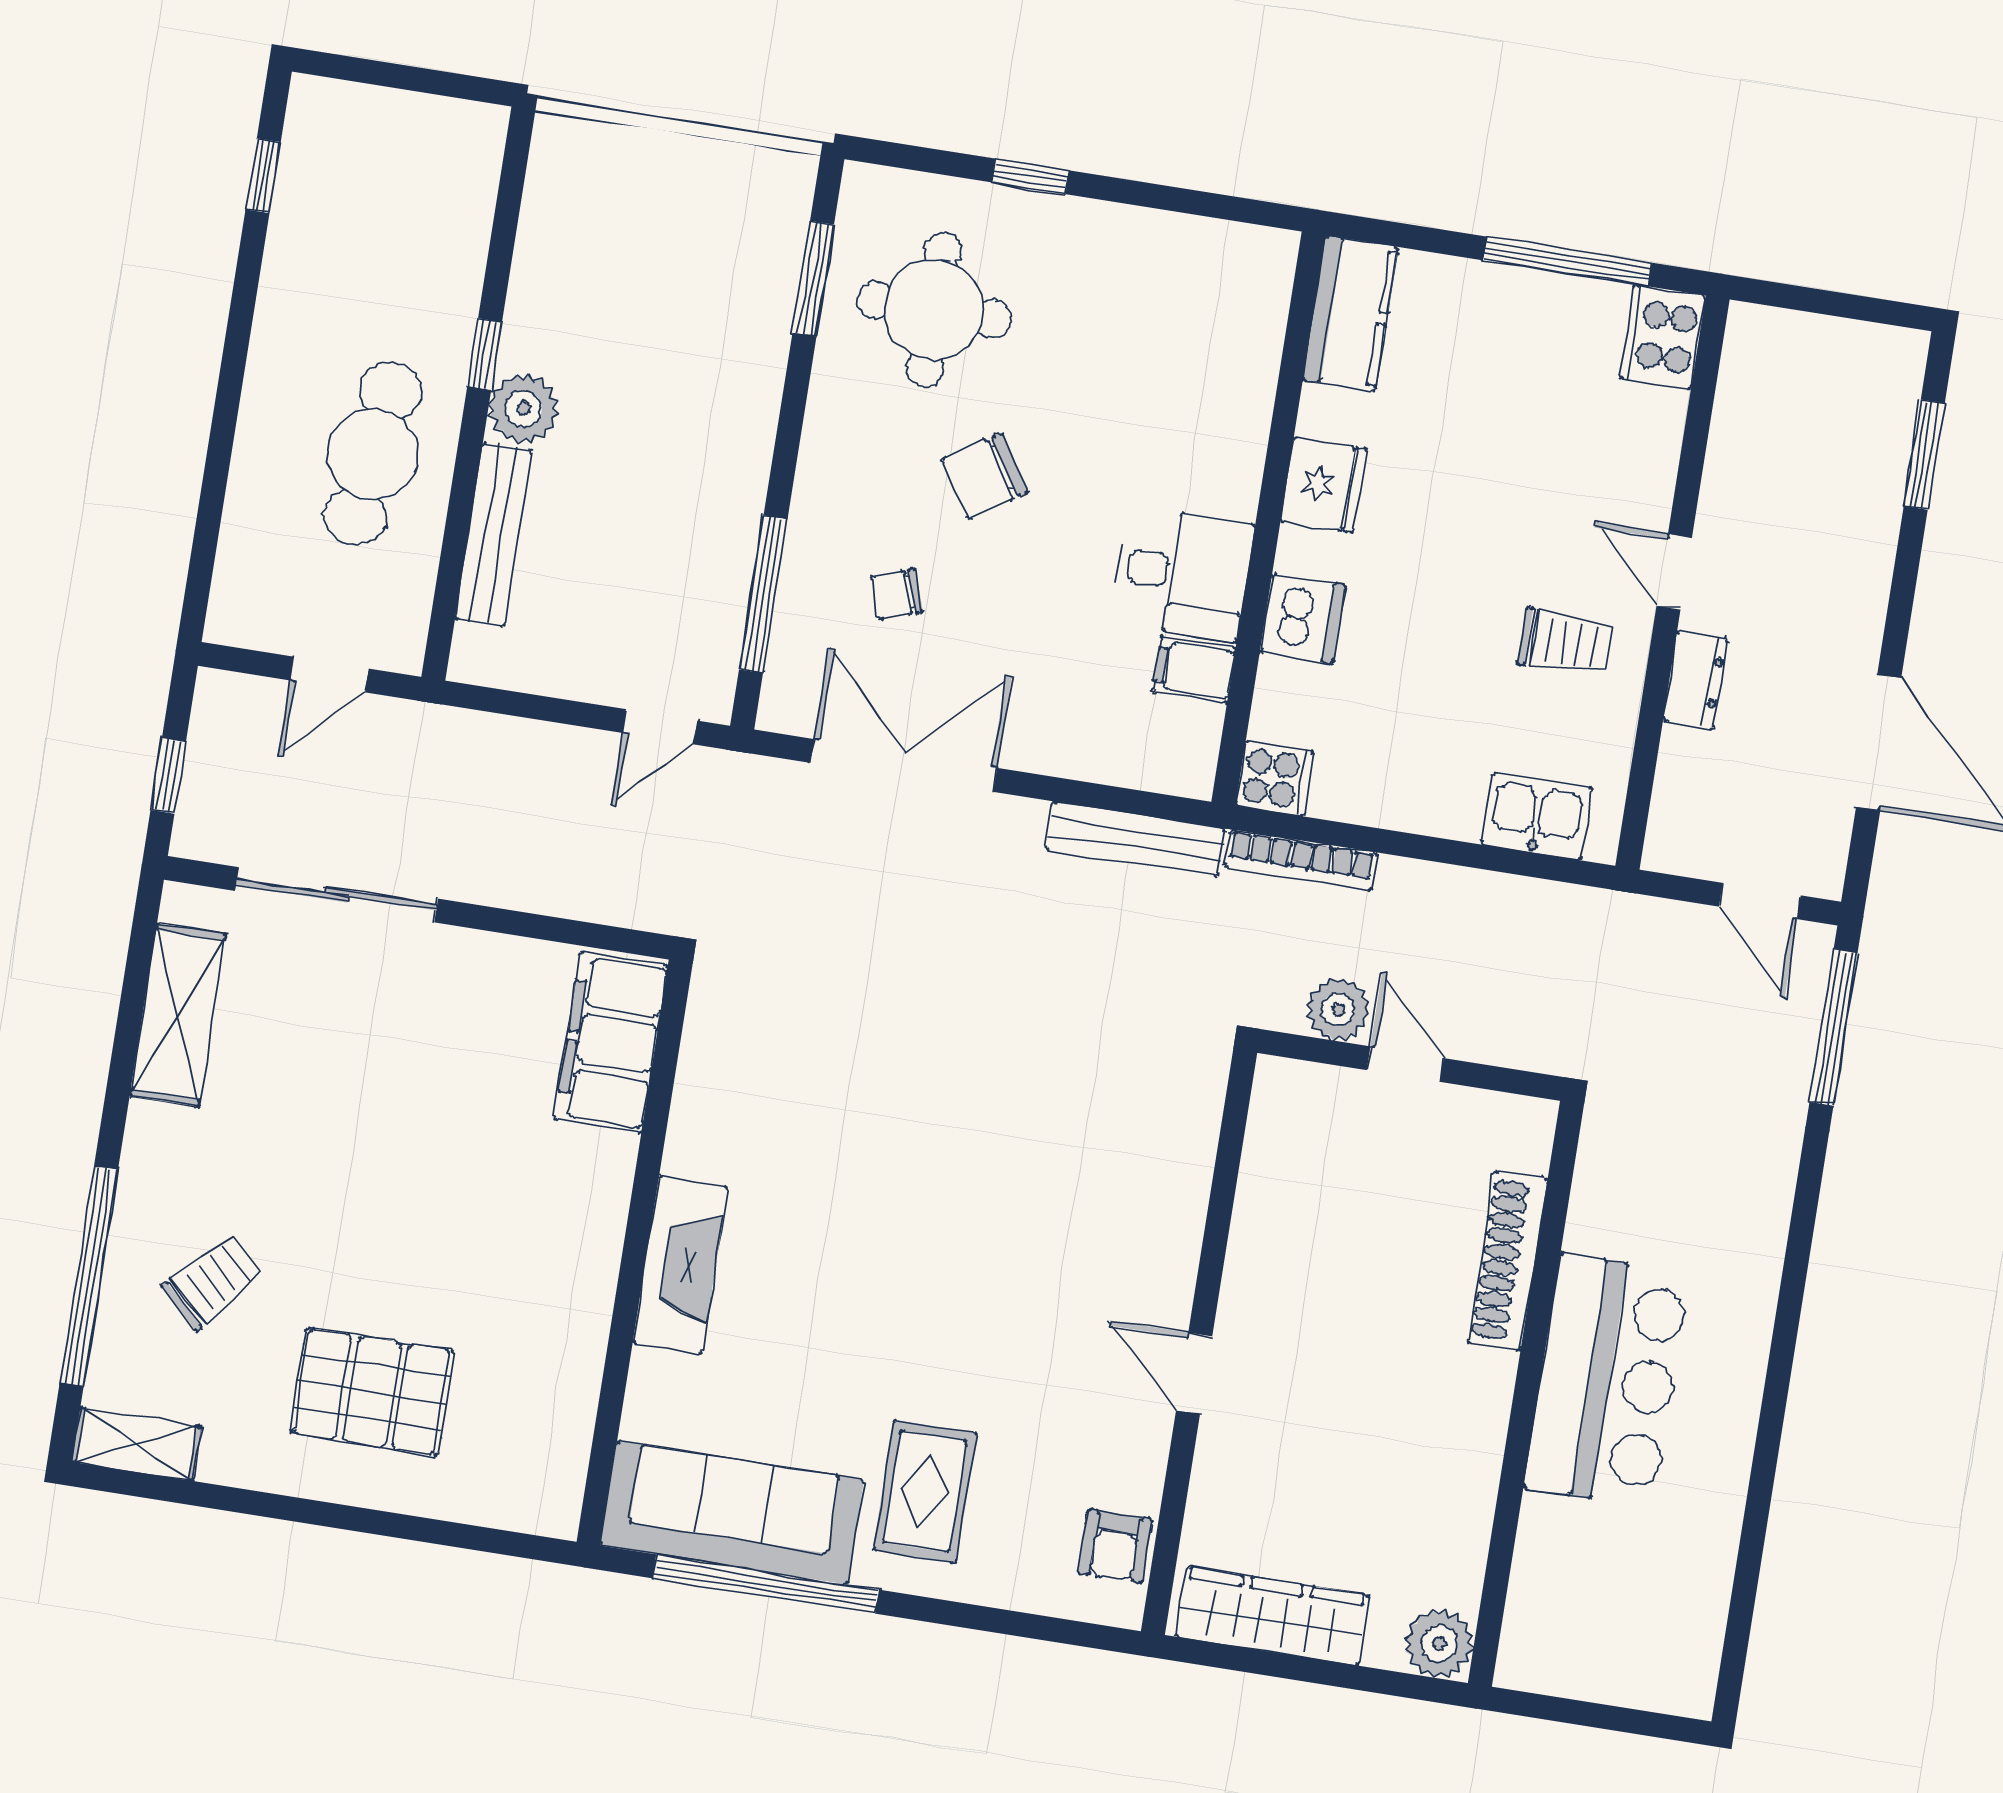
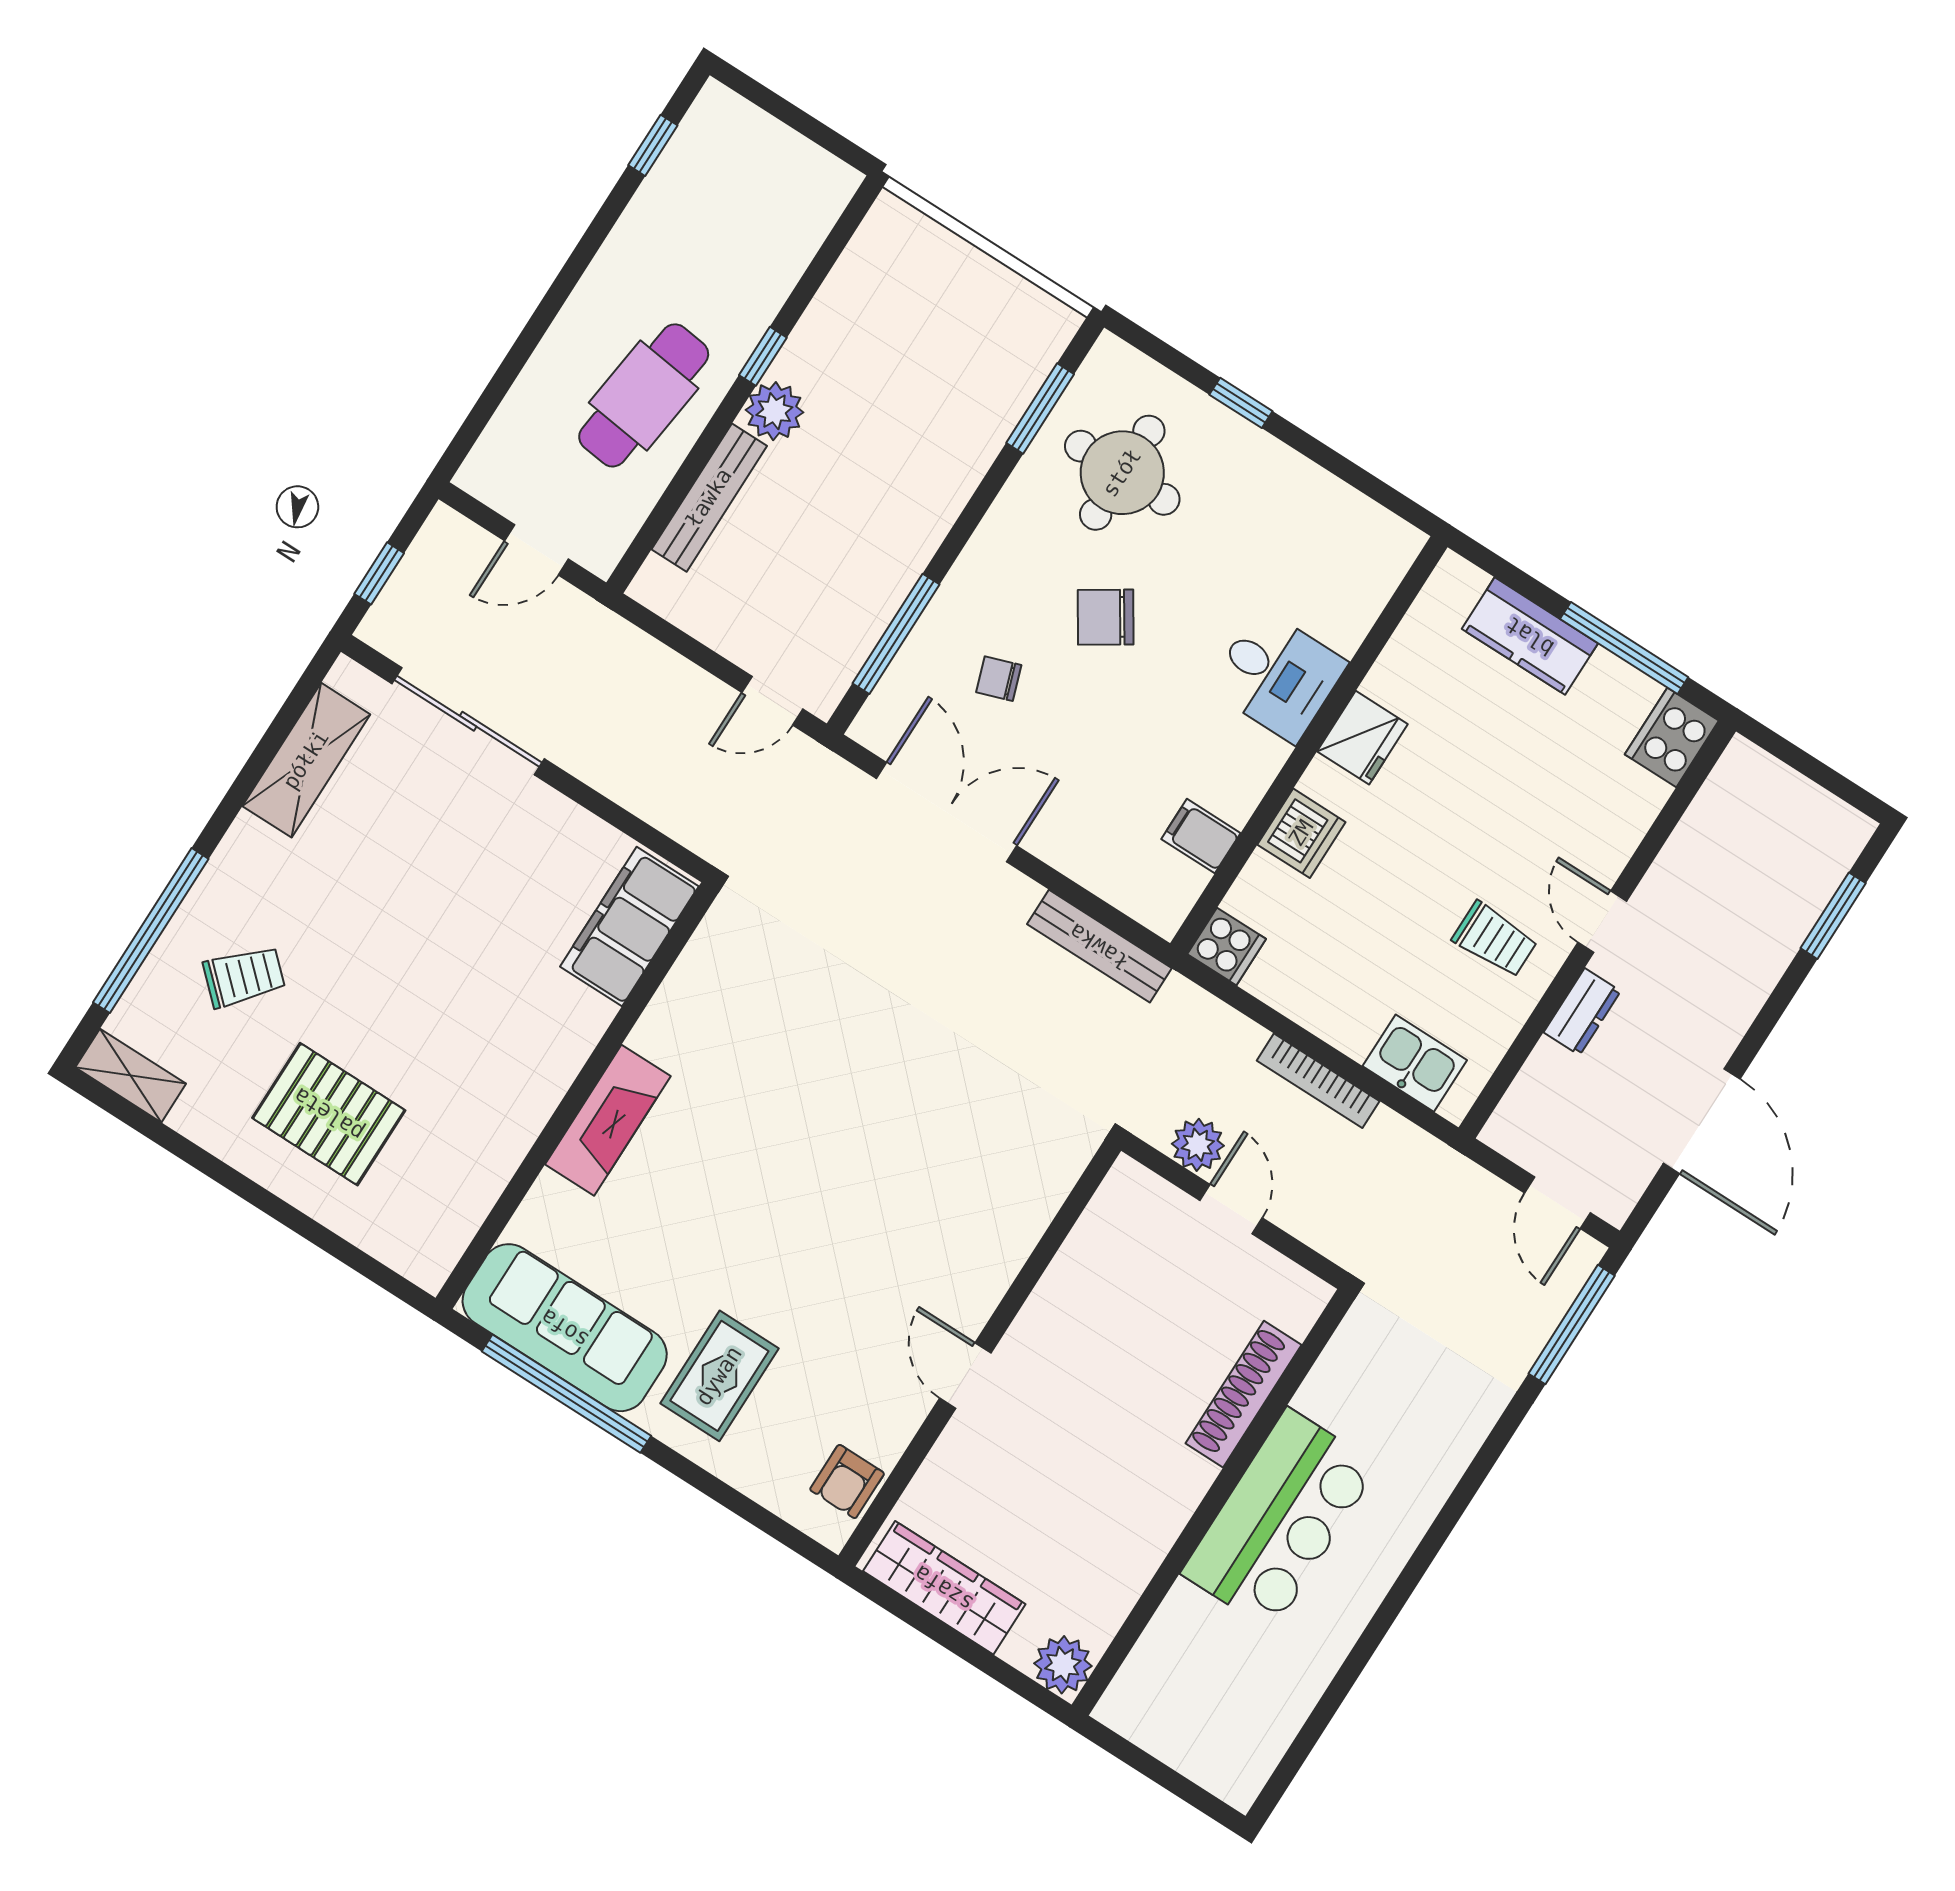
kitchen counter: (1350, 314) -> (1530, 636), moved, turned 90
desk: (1182, 574) -> (1277, 675), moved
bookcase: (1301, 860) -> (1318, 1081), moved

